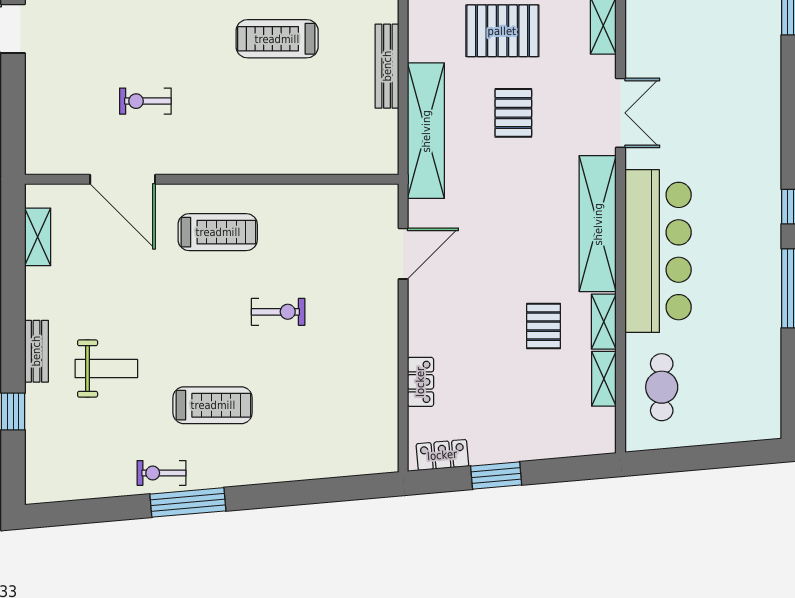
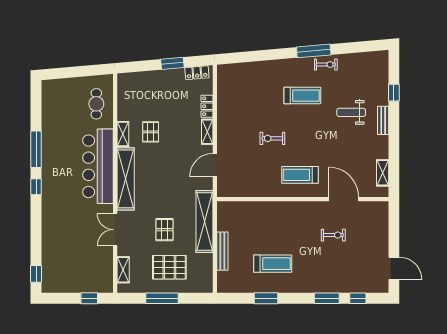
shelving: (604, 379) -> (207, 132), moved
treadmill: (213, 405) -> (302, 96), turned 180

